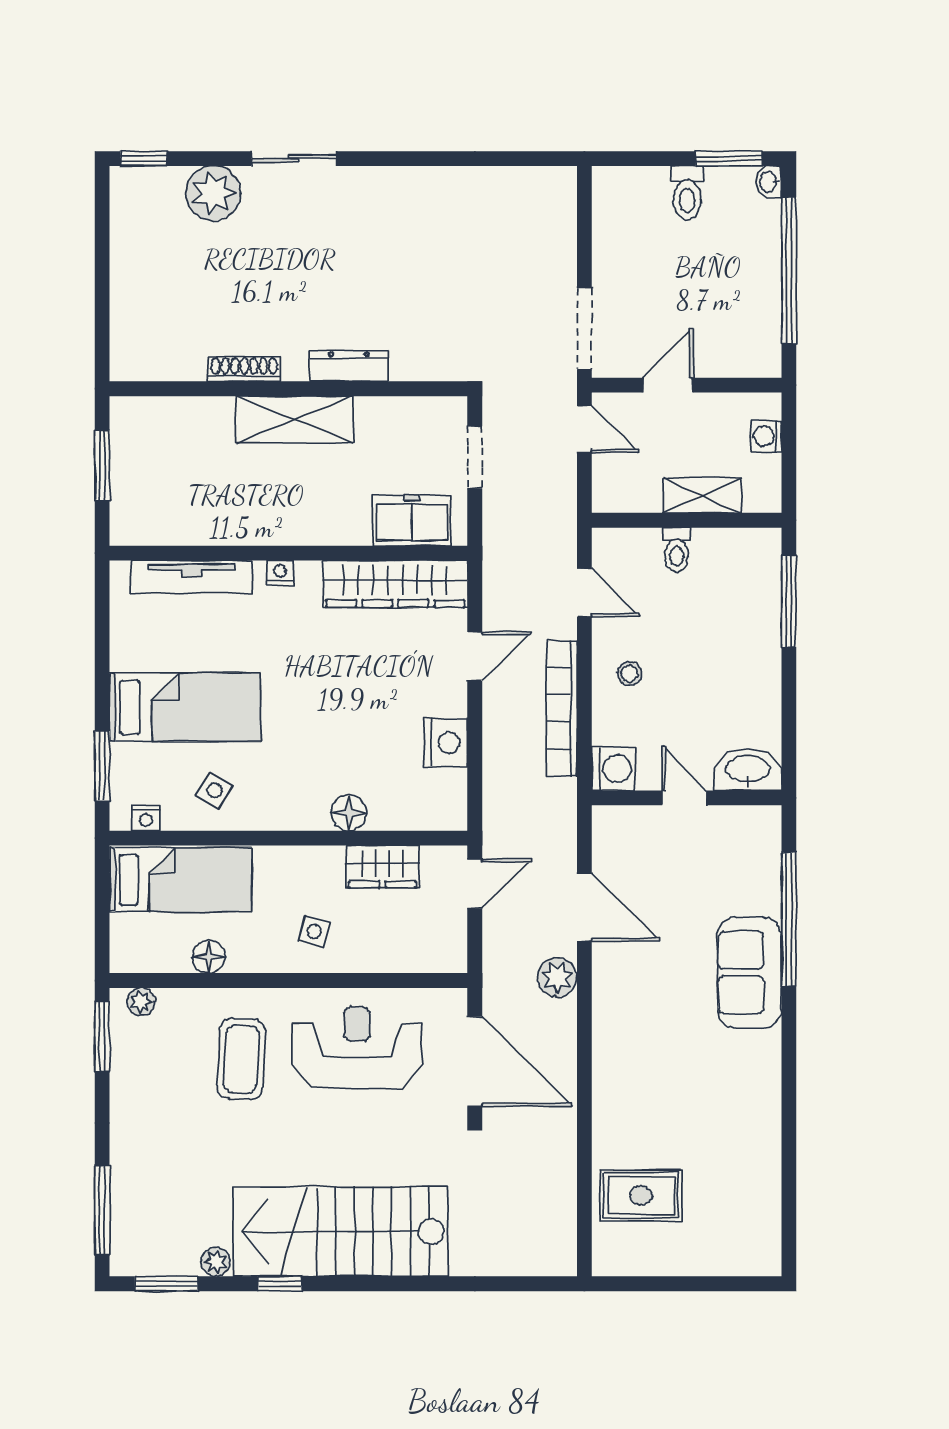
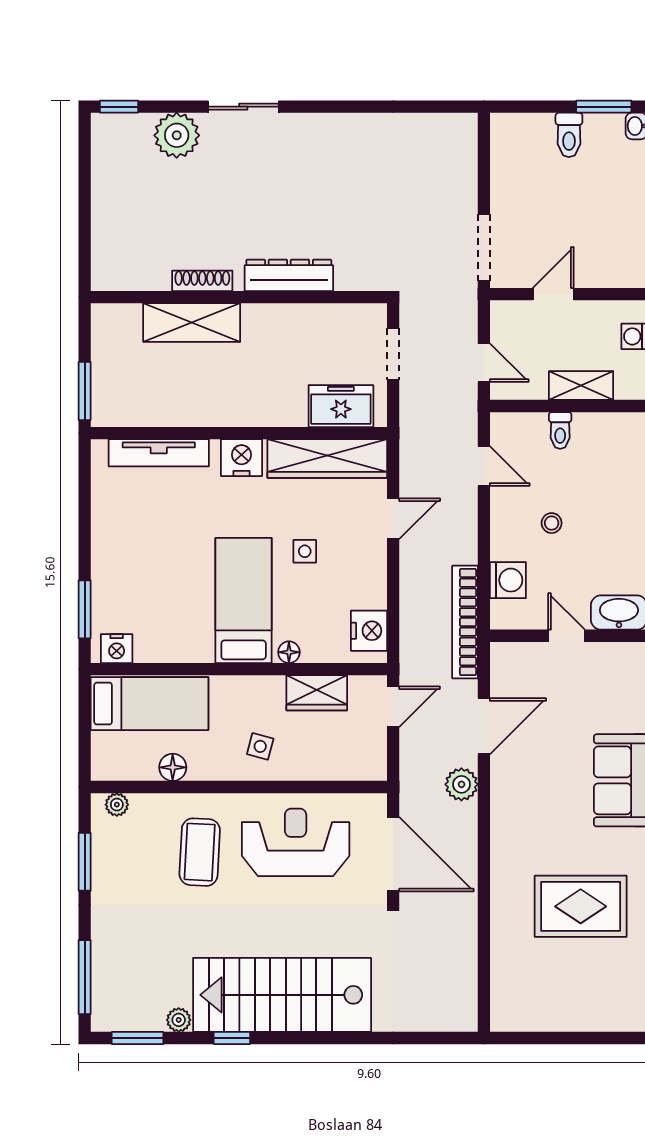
dresser: (349, 366) -> (289, 275), width x1.37, depth x1.24
shelving: (295, 419) -> (192, 323), moved
door: (584, 429) -> (484, 363), moved
window: (102, 466) -> (85, 391), moved
nightstand: (280, 573) -> (242, 458), width x1.89, depth x1.79
stool: (629, 674) -> (552, 523), moved
bed: (185, 707) -> (244, 600), moved, turned -90
bookcase: (562, 708) -> (465, 622), moved
nightstand: (446, 743) -> (369, 631), moved
washing machine: (613, 769) -> (508, 580), moved
side table: (214, 790) -> (305, 551), moved, turned -31
floor lamp: (349, 813) -> (289, 652), width x0.73, depth x0.73
nightstand: (146, 818) -> (117, 649), width x1.39, depth x1.35
door: (584, 907) -> (484, 726), hinge flipped
window: (102, 1037) -> (85, 862), moved
rug: (641, 1195) -> (581, 906), moved, width x1.36, depth x1.43

